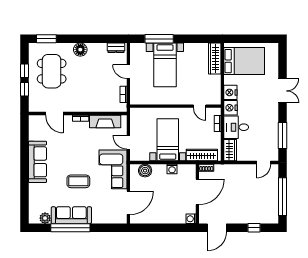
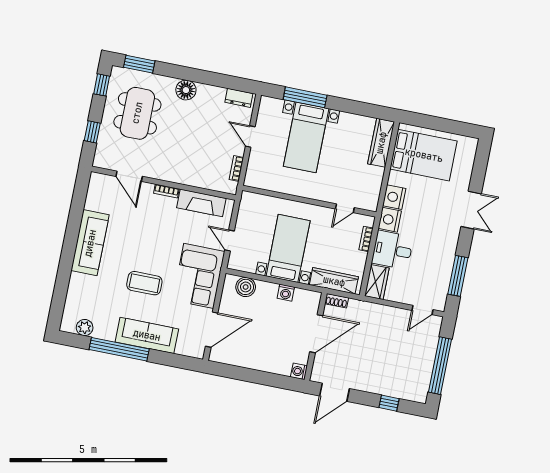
window: (25, 71) -> (102, 85), moved
door: (200, 106) -> (345, 208), hinge flipped
sofa: (71, 215) -> (147, 335), moved

